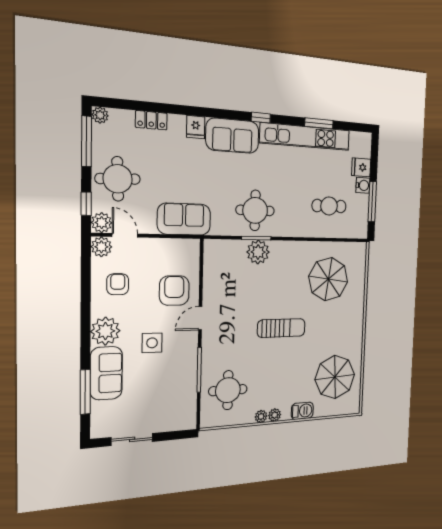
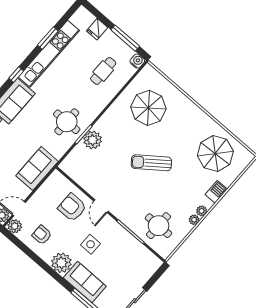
water cooler: (363, 185) -> (137, 61), moved
sun lounger: (281, 328) -> (151, 163), turned -127

